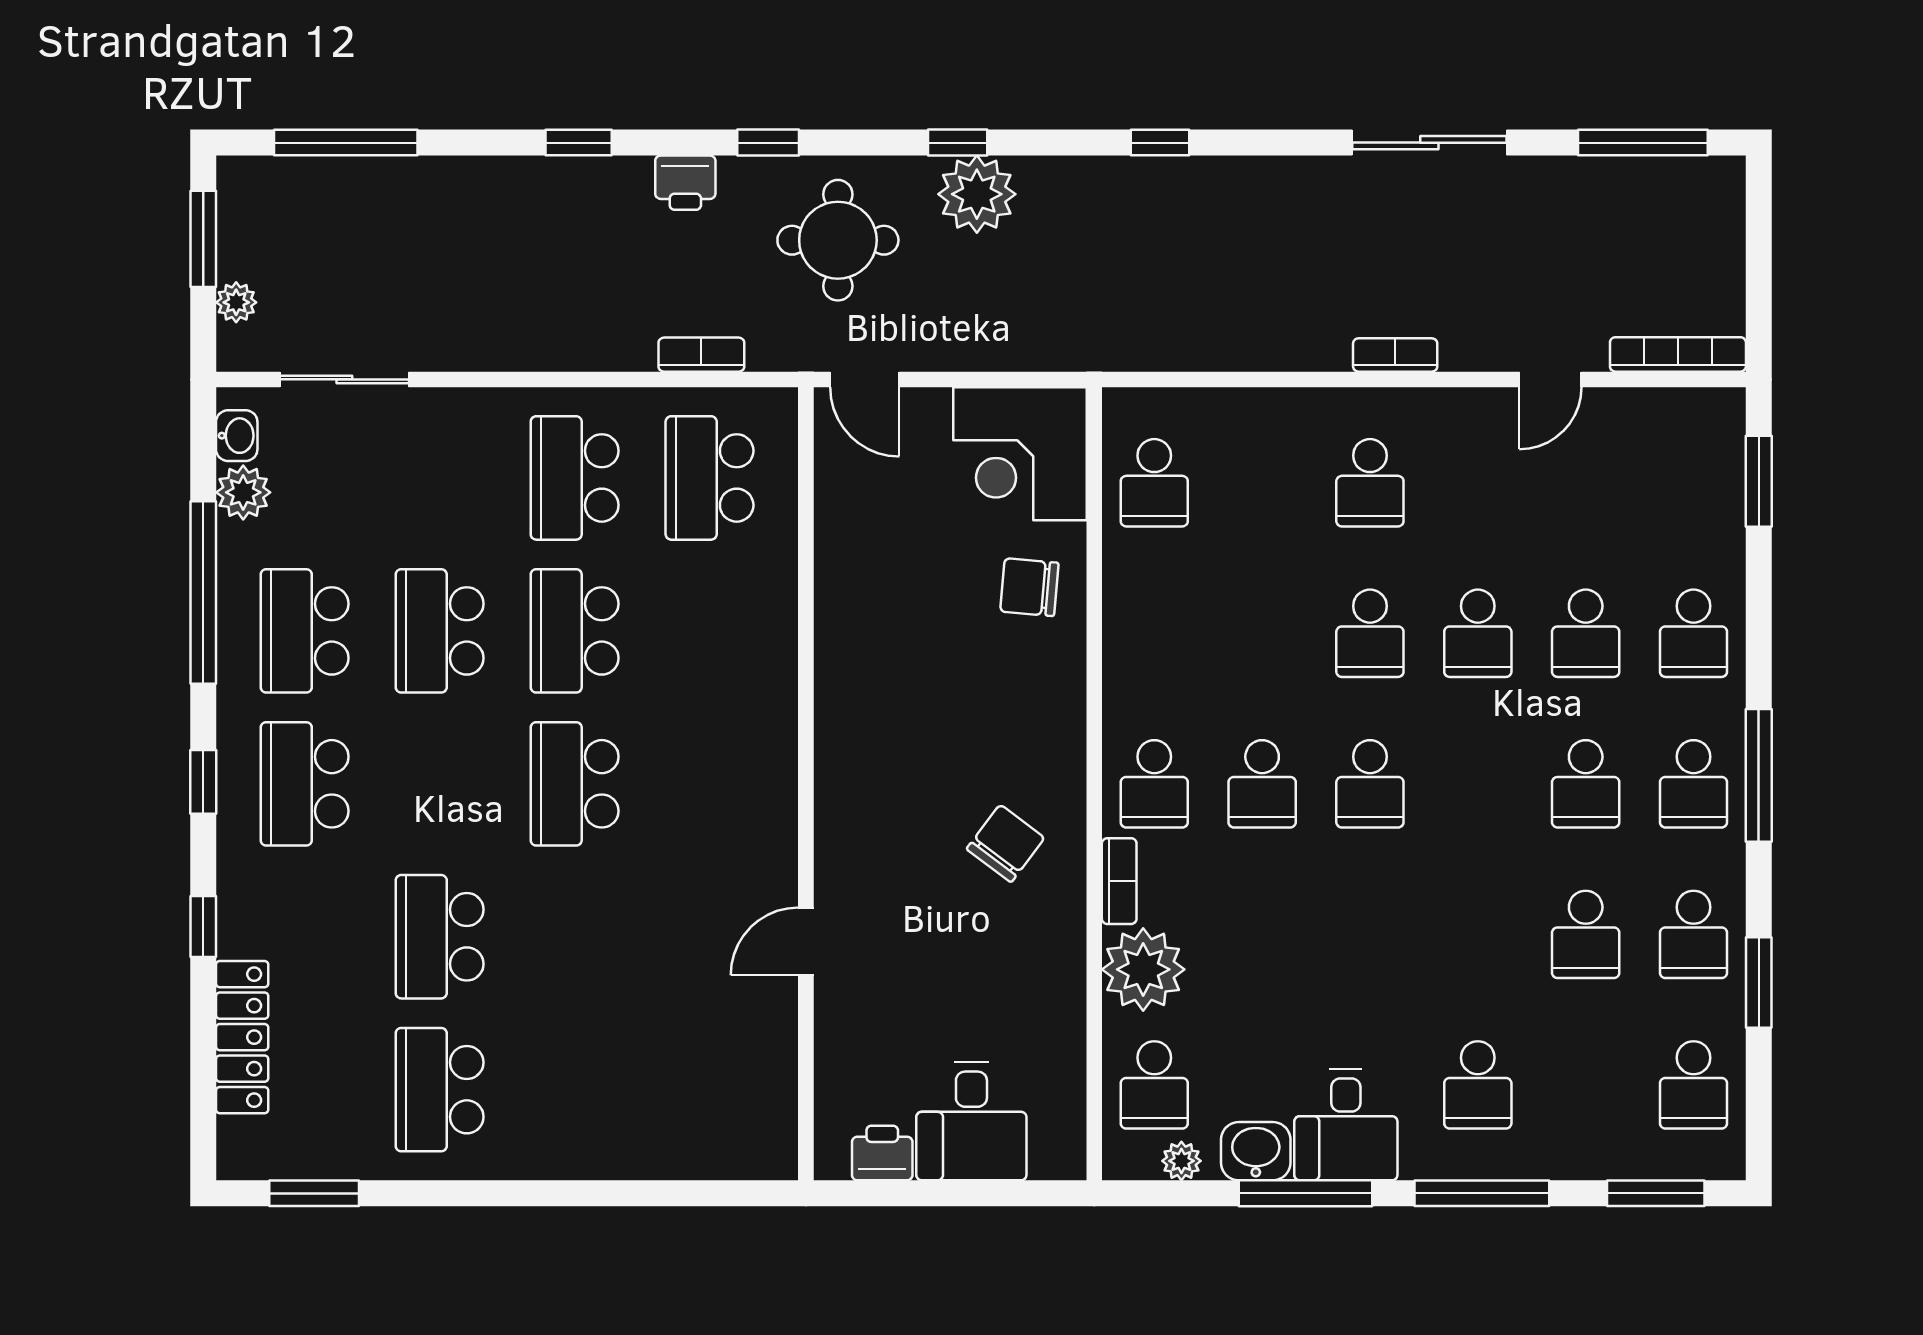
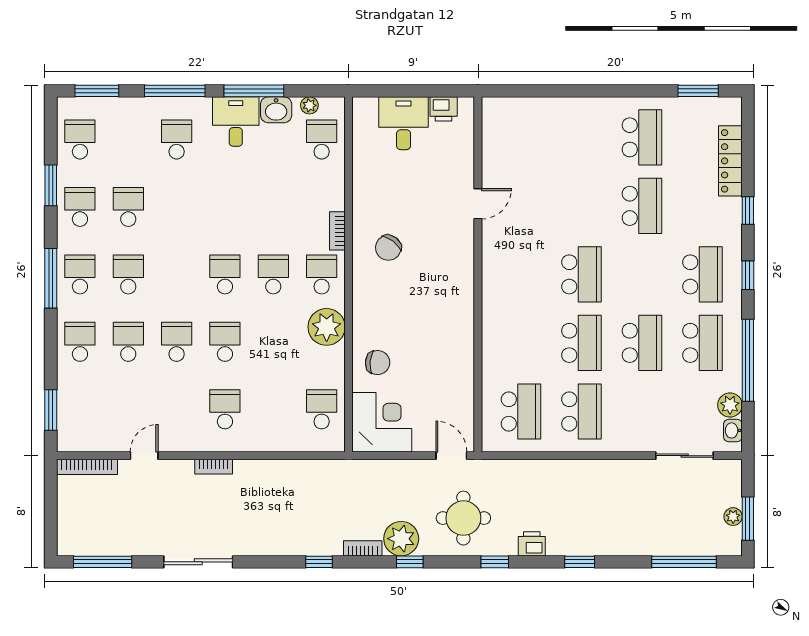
plant: (236, 302) -> (733, 517), moved
bookcase: (701, 355) -> (363, 548), moved, turned 180
plant: (1143, 969) -> (327, 327), moved

